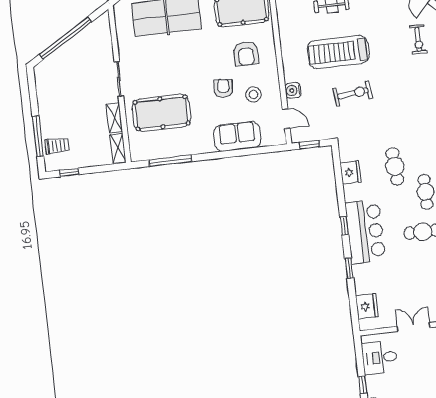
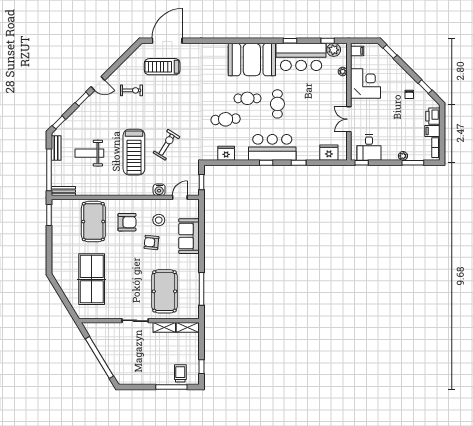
exercise bike: (353, 93) -> (167, 145), turned 38
window: (363, 385) -> (362, 163), moved

